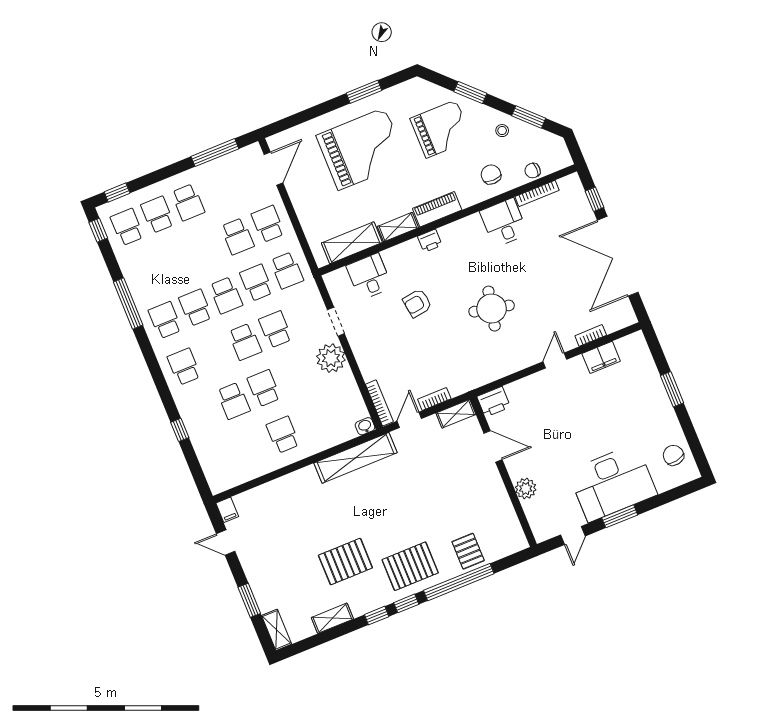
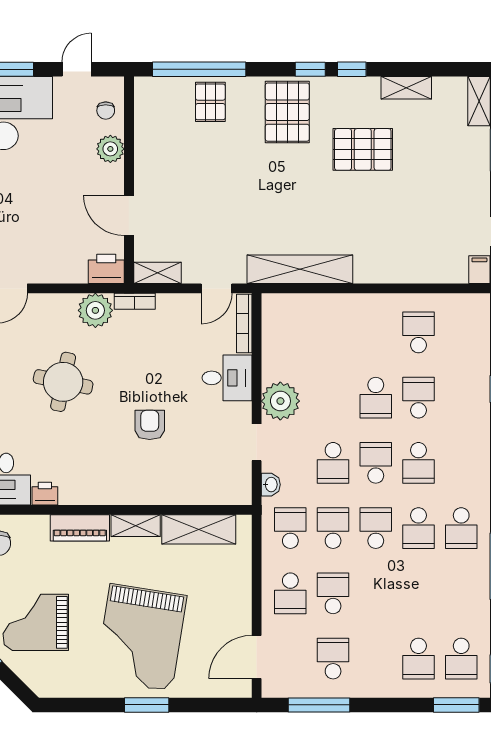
window: (364, 92) -> (147, 705), moved
grand piano: (362, 149) -> (141, 637), turned -81
window: (117, 193) -> (456, 705), width x1.50
school desk: (188, 202) -> (333, 659), moved
printer: (430, 241) -> (45, 494), moved
desk: (369, 277) -> (227, 378), moved, turned -90
school desk: (256, 283) -> (333, 528), turned 180
armchair: (417, 303) -> (150, 425), turned -82
school desk: (184, 367) -> (418, 463), moved
plant: (489, 369) -> (95, 310), added
bookcase: (434, 399) -> (135, 301), moved
washbasin: (365, 426) -> (271, 485), moved, turned -90
school desk: (283, 435) -> (418, 332), moved, turned 180
chair: (540, 514) -> (106, 111), added
pallet: (410, 566) -> (287, 112), turned 90
window: (459, 582) -> (199, 69), moved

